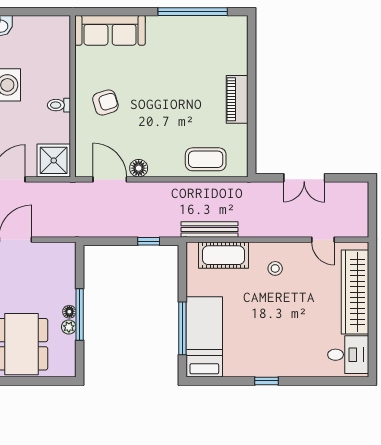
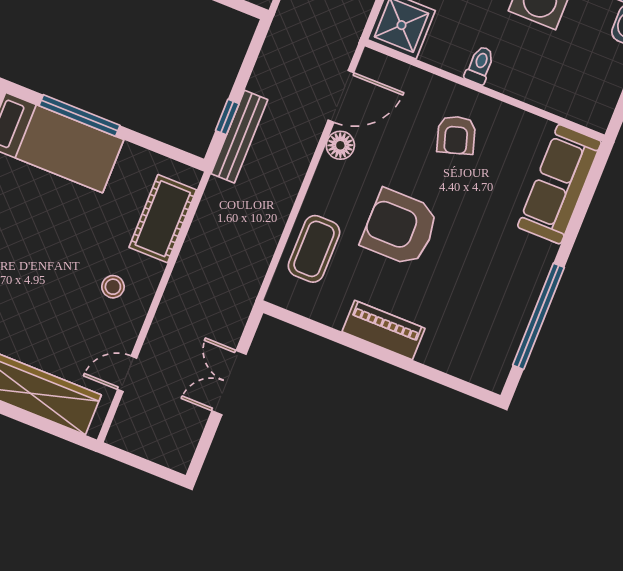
armchair: (173, 114) -> (400, 228), added
bench: (209, 229) -> (239, 137), moved

